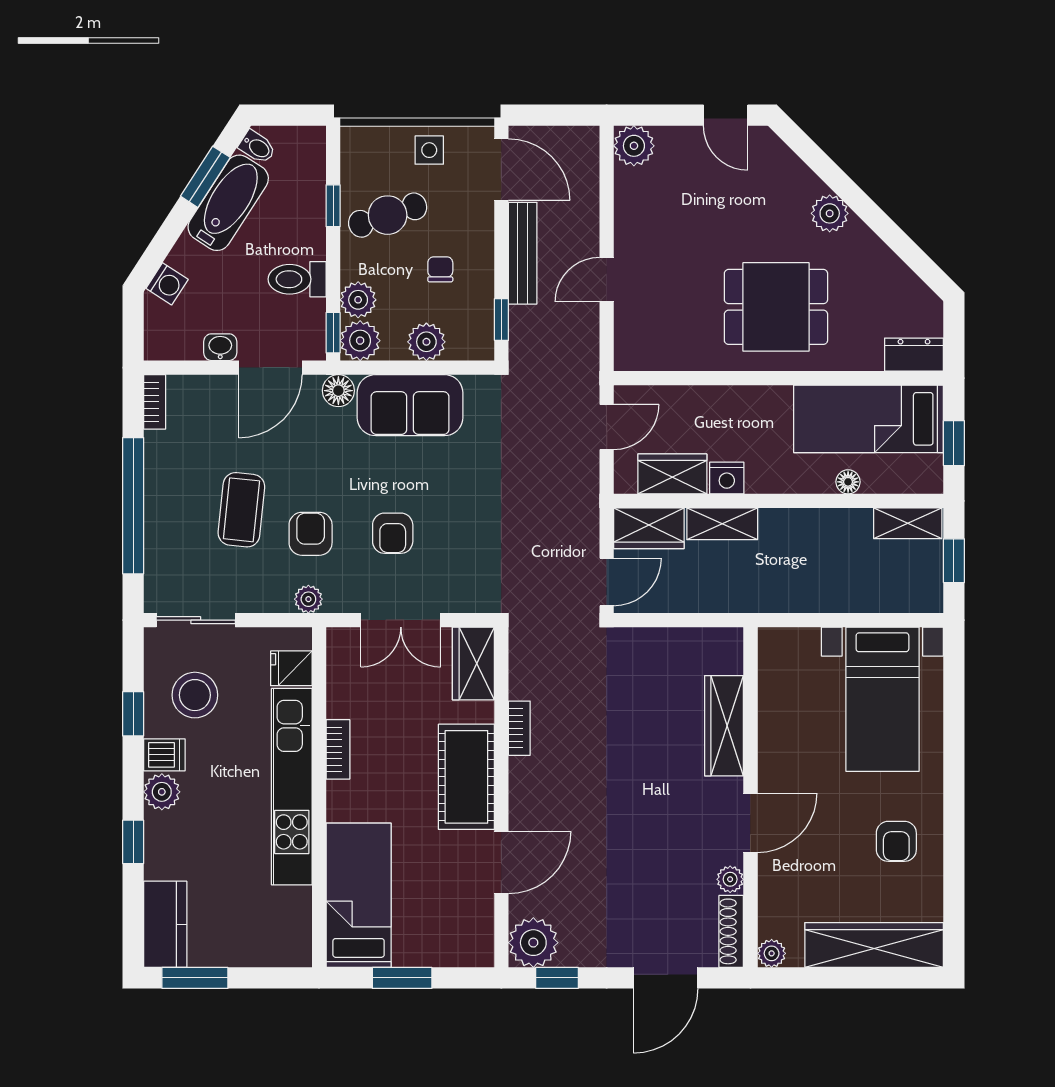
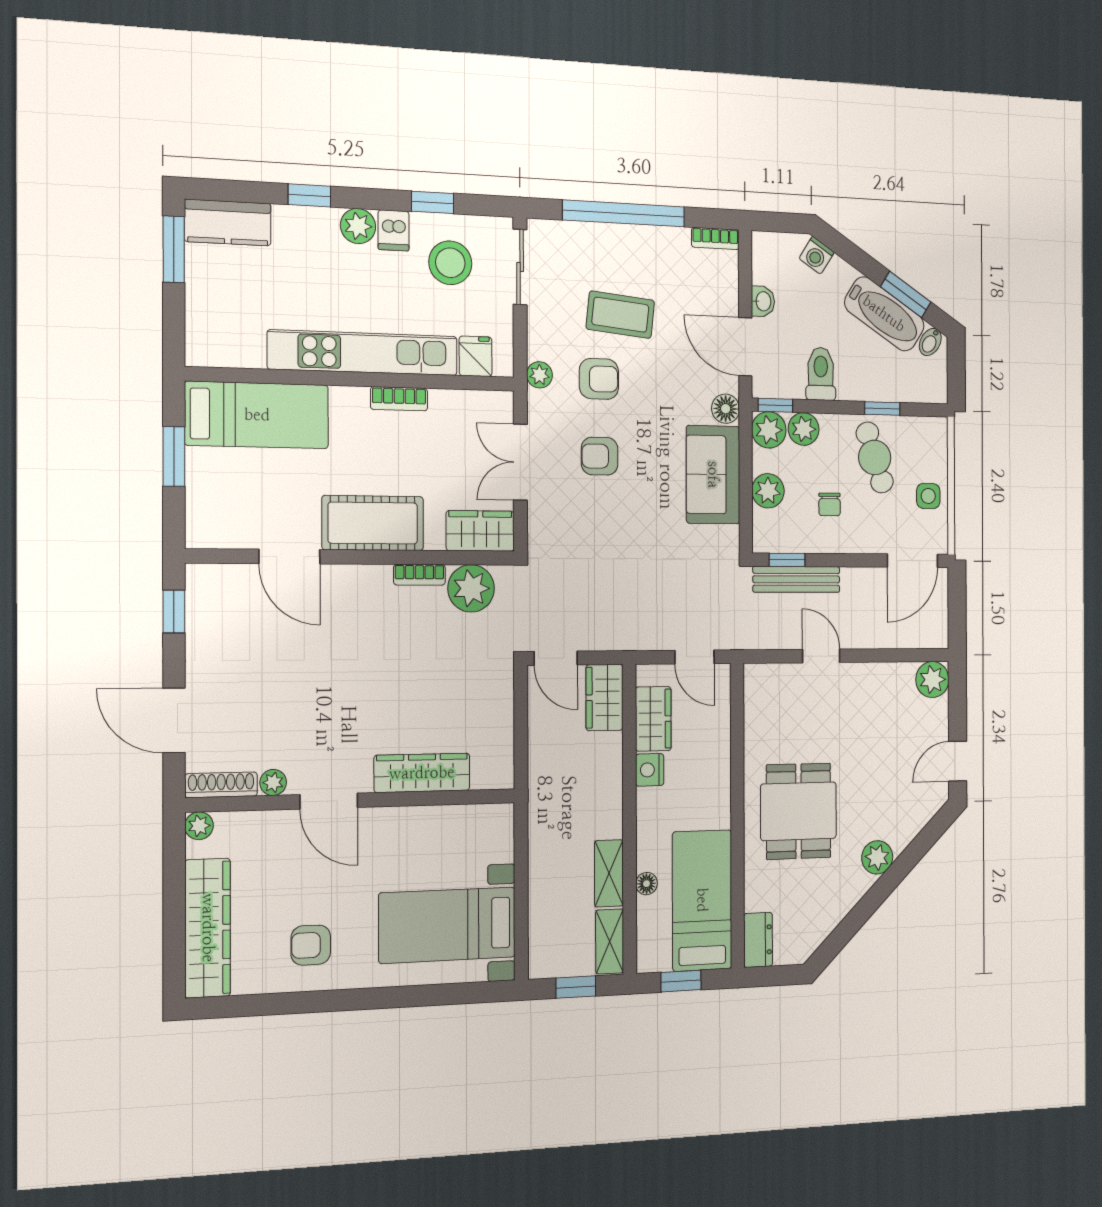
bench: (523, 253) -> (796, 579), moved
chair: (440, 269) -> (830, 504), turned 90
shelving: (722, 524) -> (609, 873), moved
plant: (533, 943) -> (471, 588), moved

